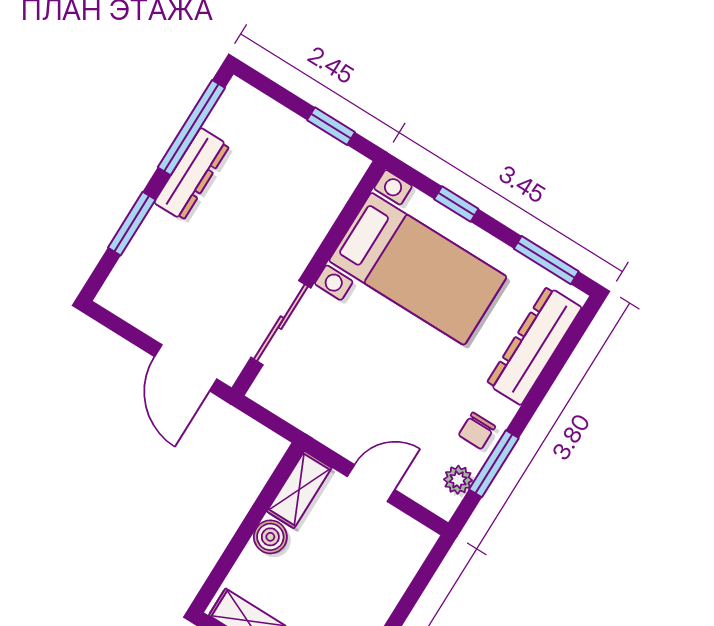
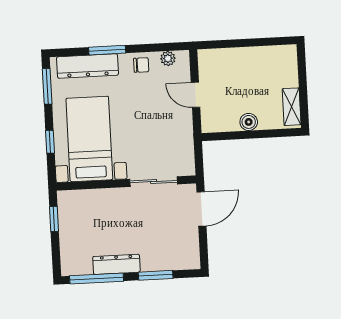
window: (494, 464) -> (107, 50), moved
shelving: (299, 490) -> (220, 124), removed

